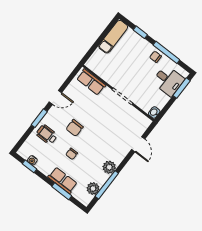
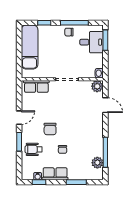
exam couch: (113, 37) -> (30, 47), width x1.36, depth x1.45
plant: (109, 167) -> (97, 86), moved
row of seats: (63, 180) -> (55, 174), moved

